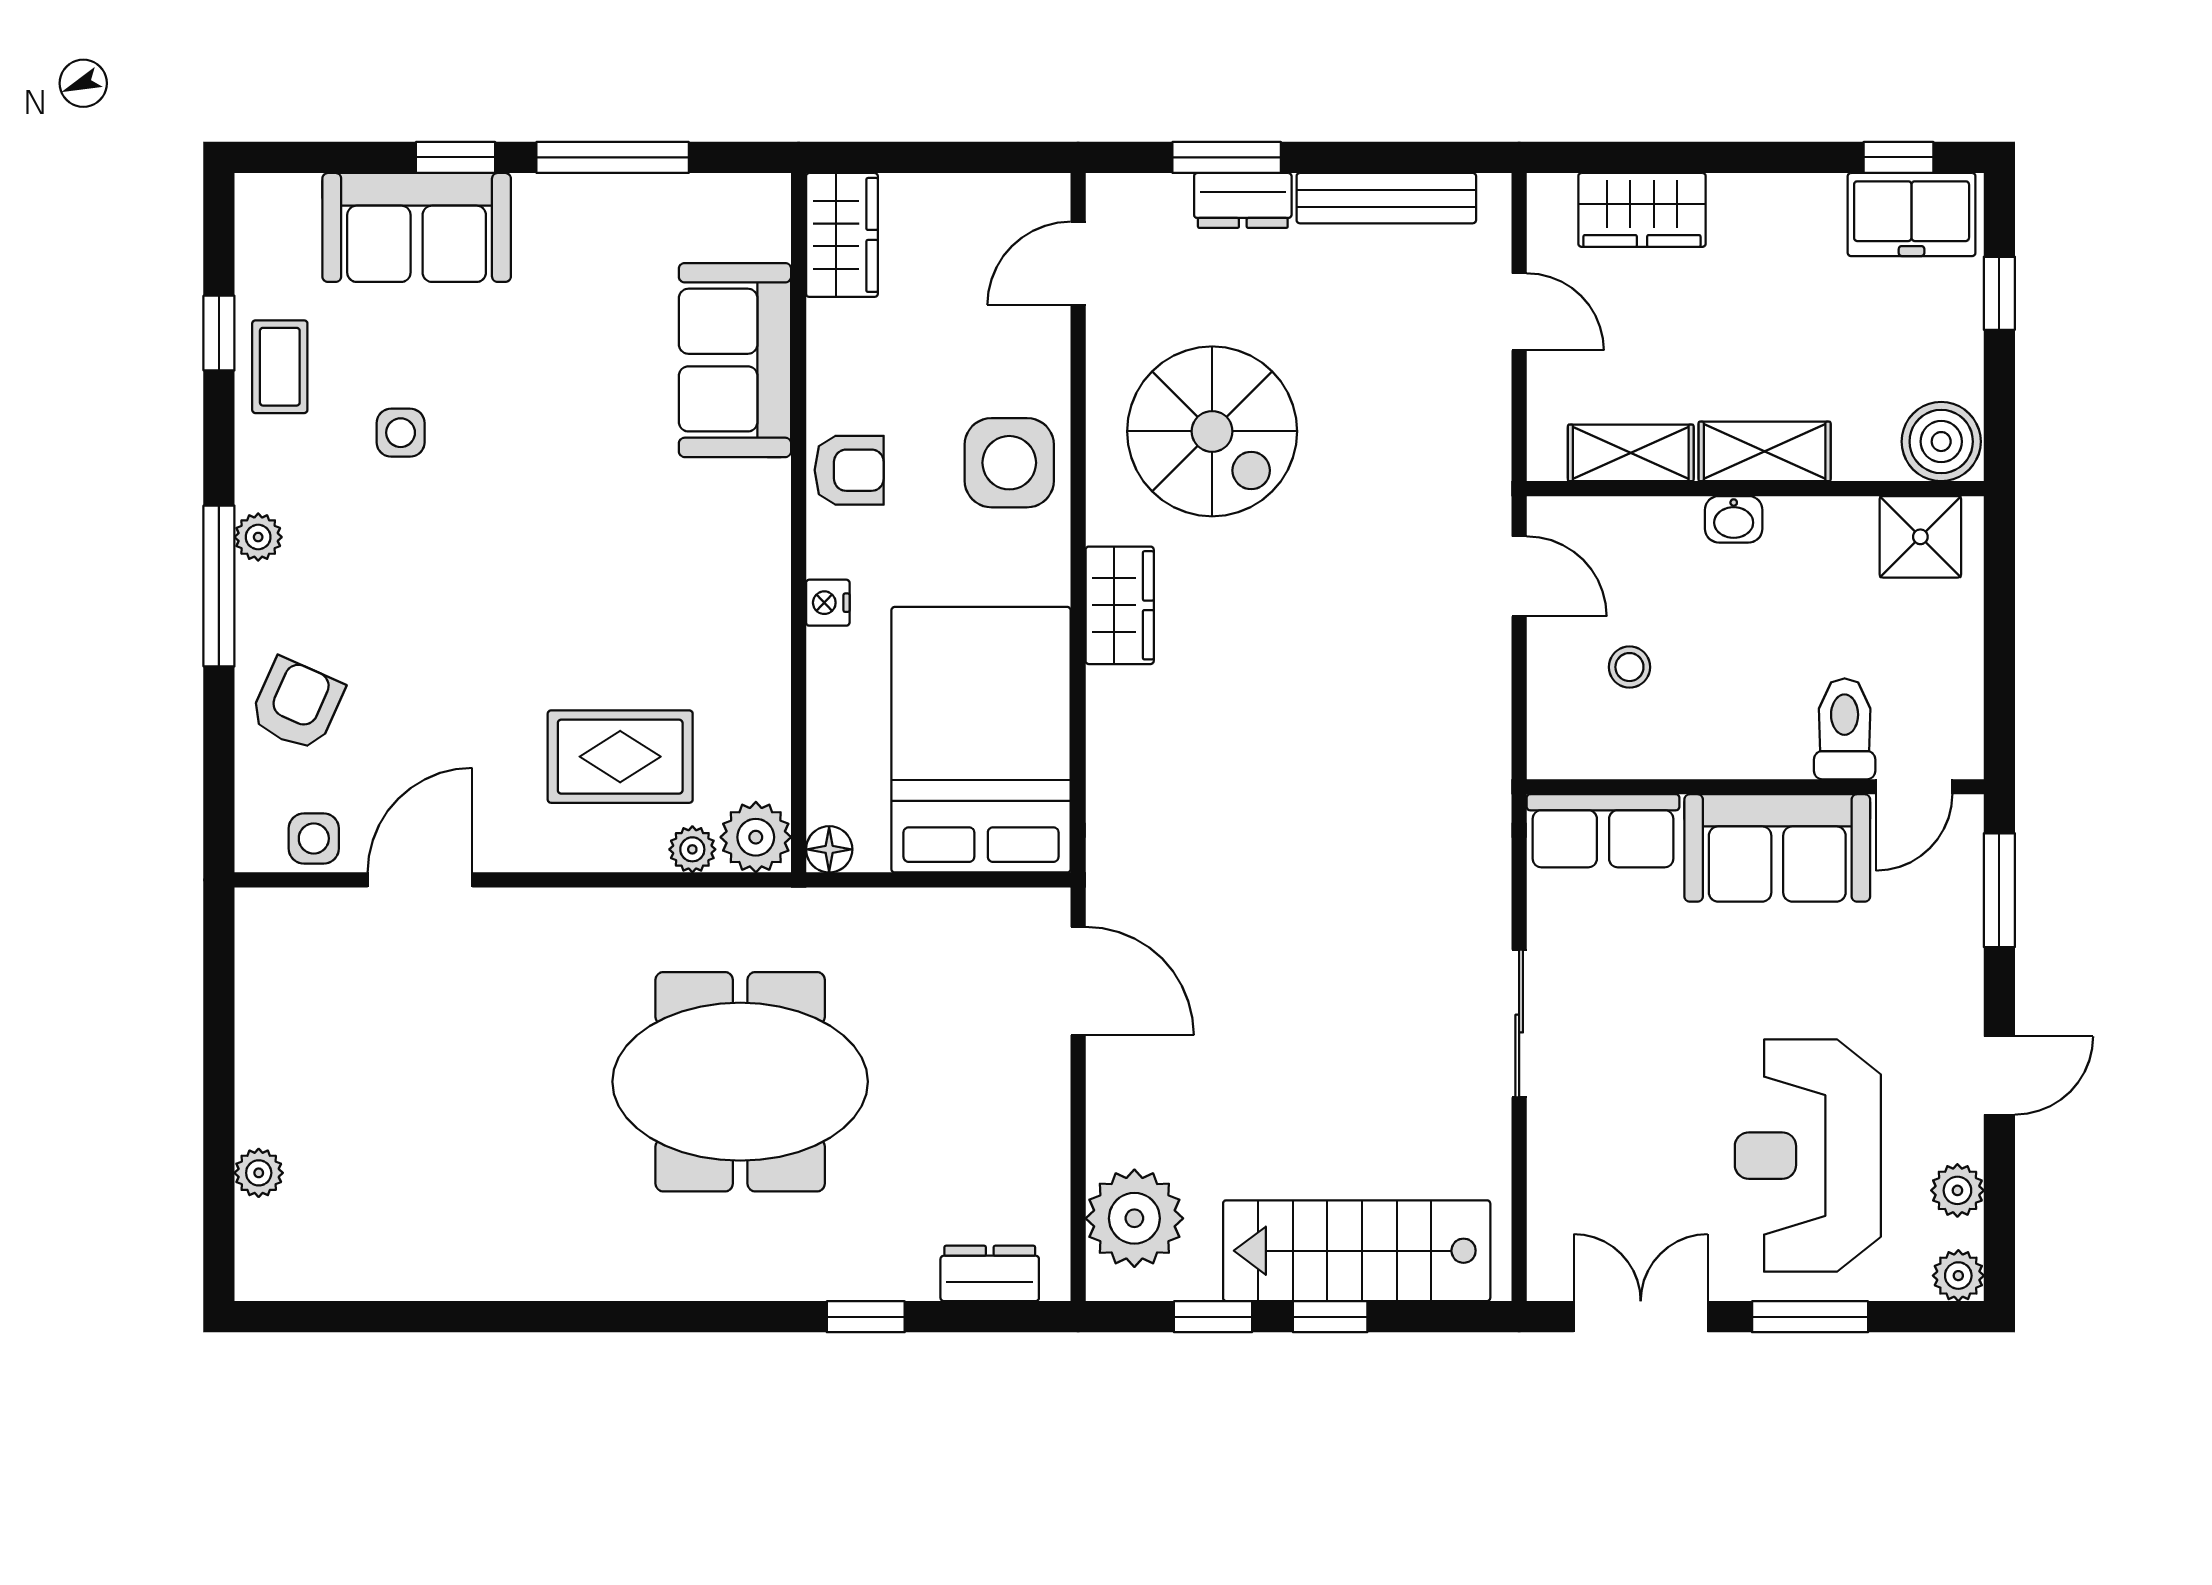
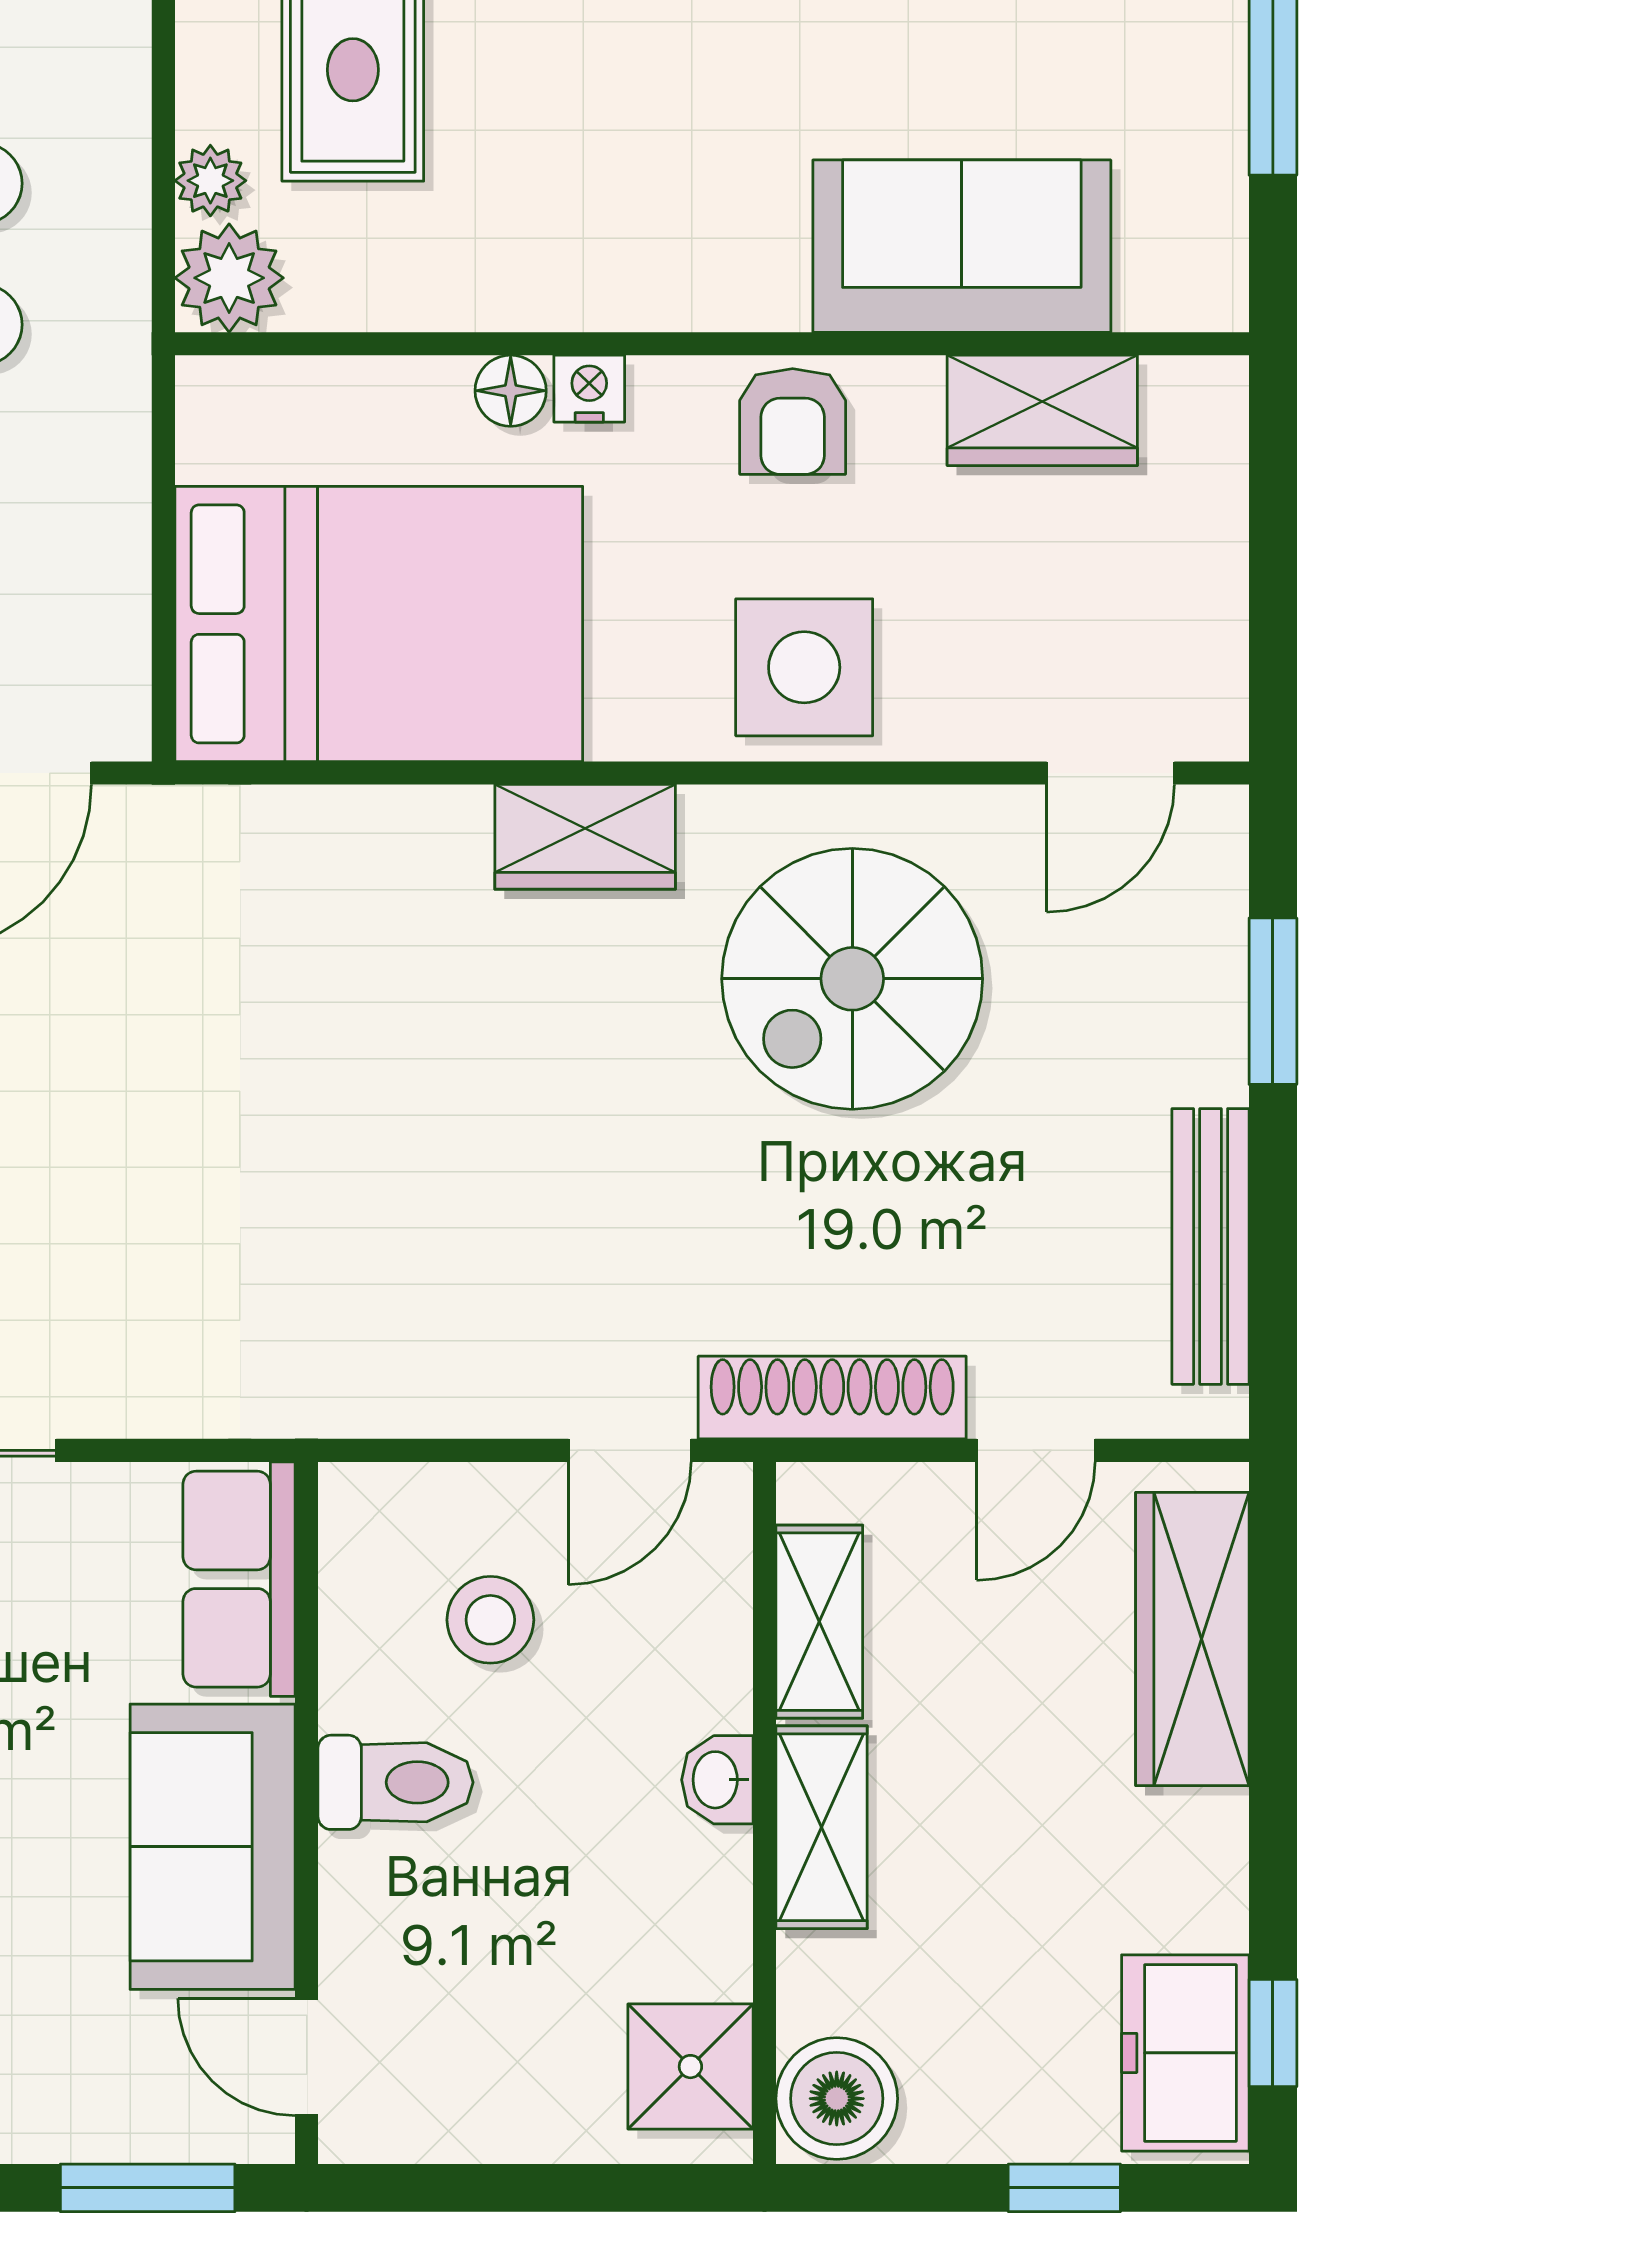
dresser: (1243, 200) -> (1207, 1026), removed
wardrobe: (1642, 210) -> (1192, 1639), width x1.50
wardrobe: (842, 235) -> (1042, 410), moved
door: (1078, 263) -> (1110, 773), swing flipped
shoe rack: (1485, 444) -> (832, 1398), added
stool: (1629, 667) -> (490, 1620), width x1.37, depth x1.37
toilet: (1845, 729) -> (395, 1782), moved
floor lamp: (829, 849) -> (511, 391), moved

